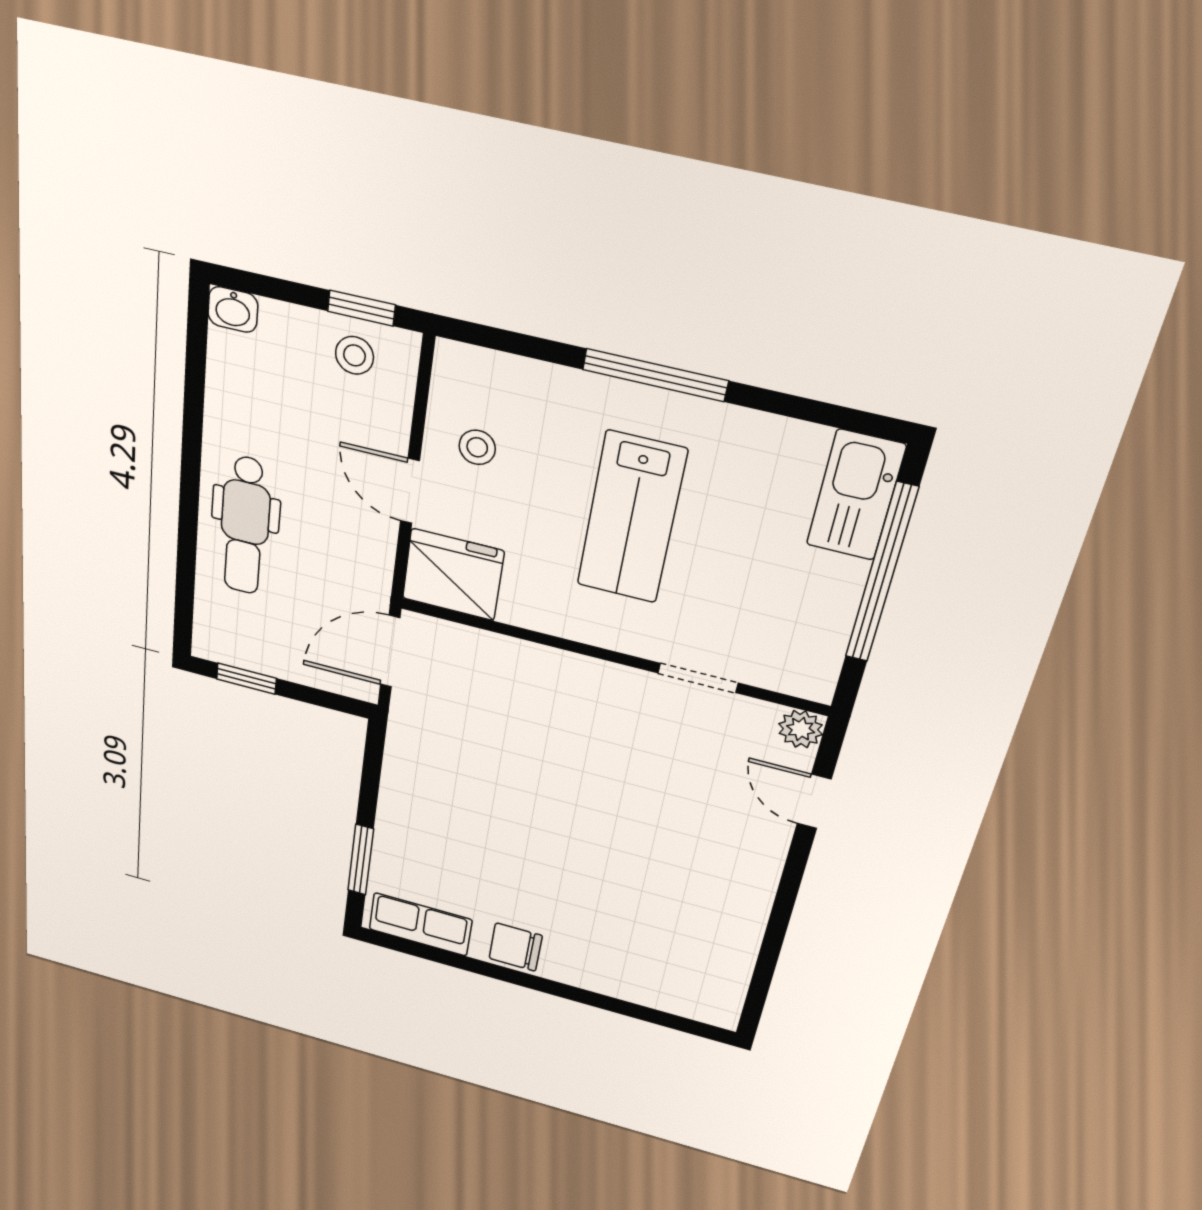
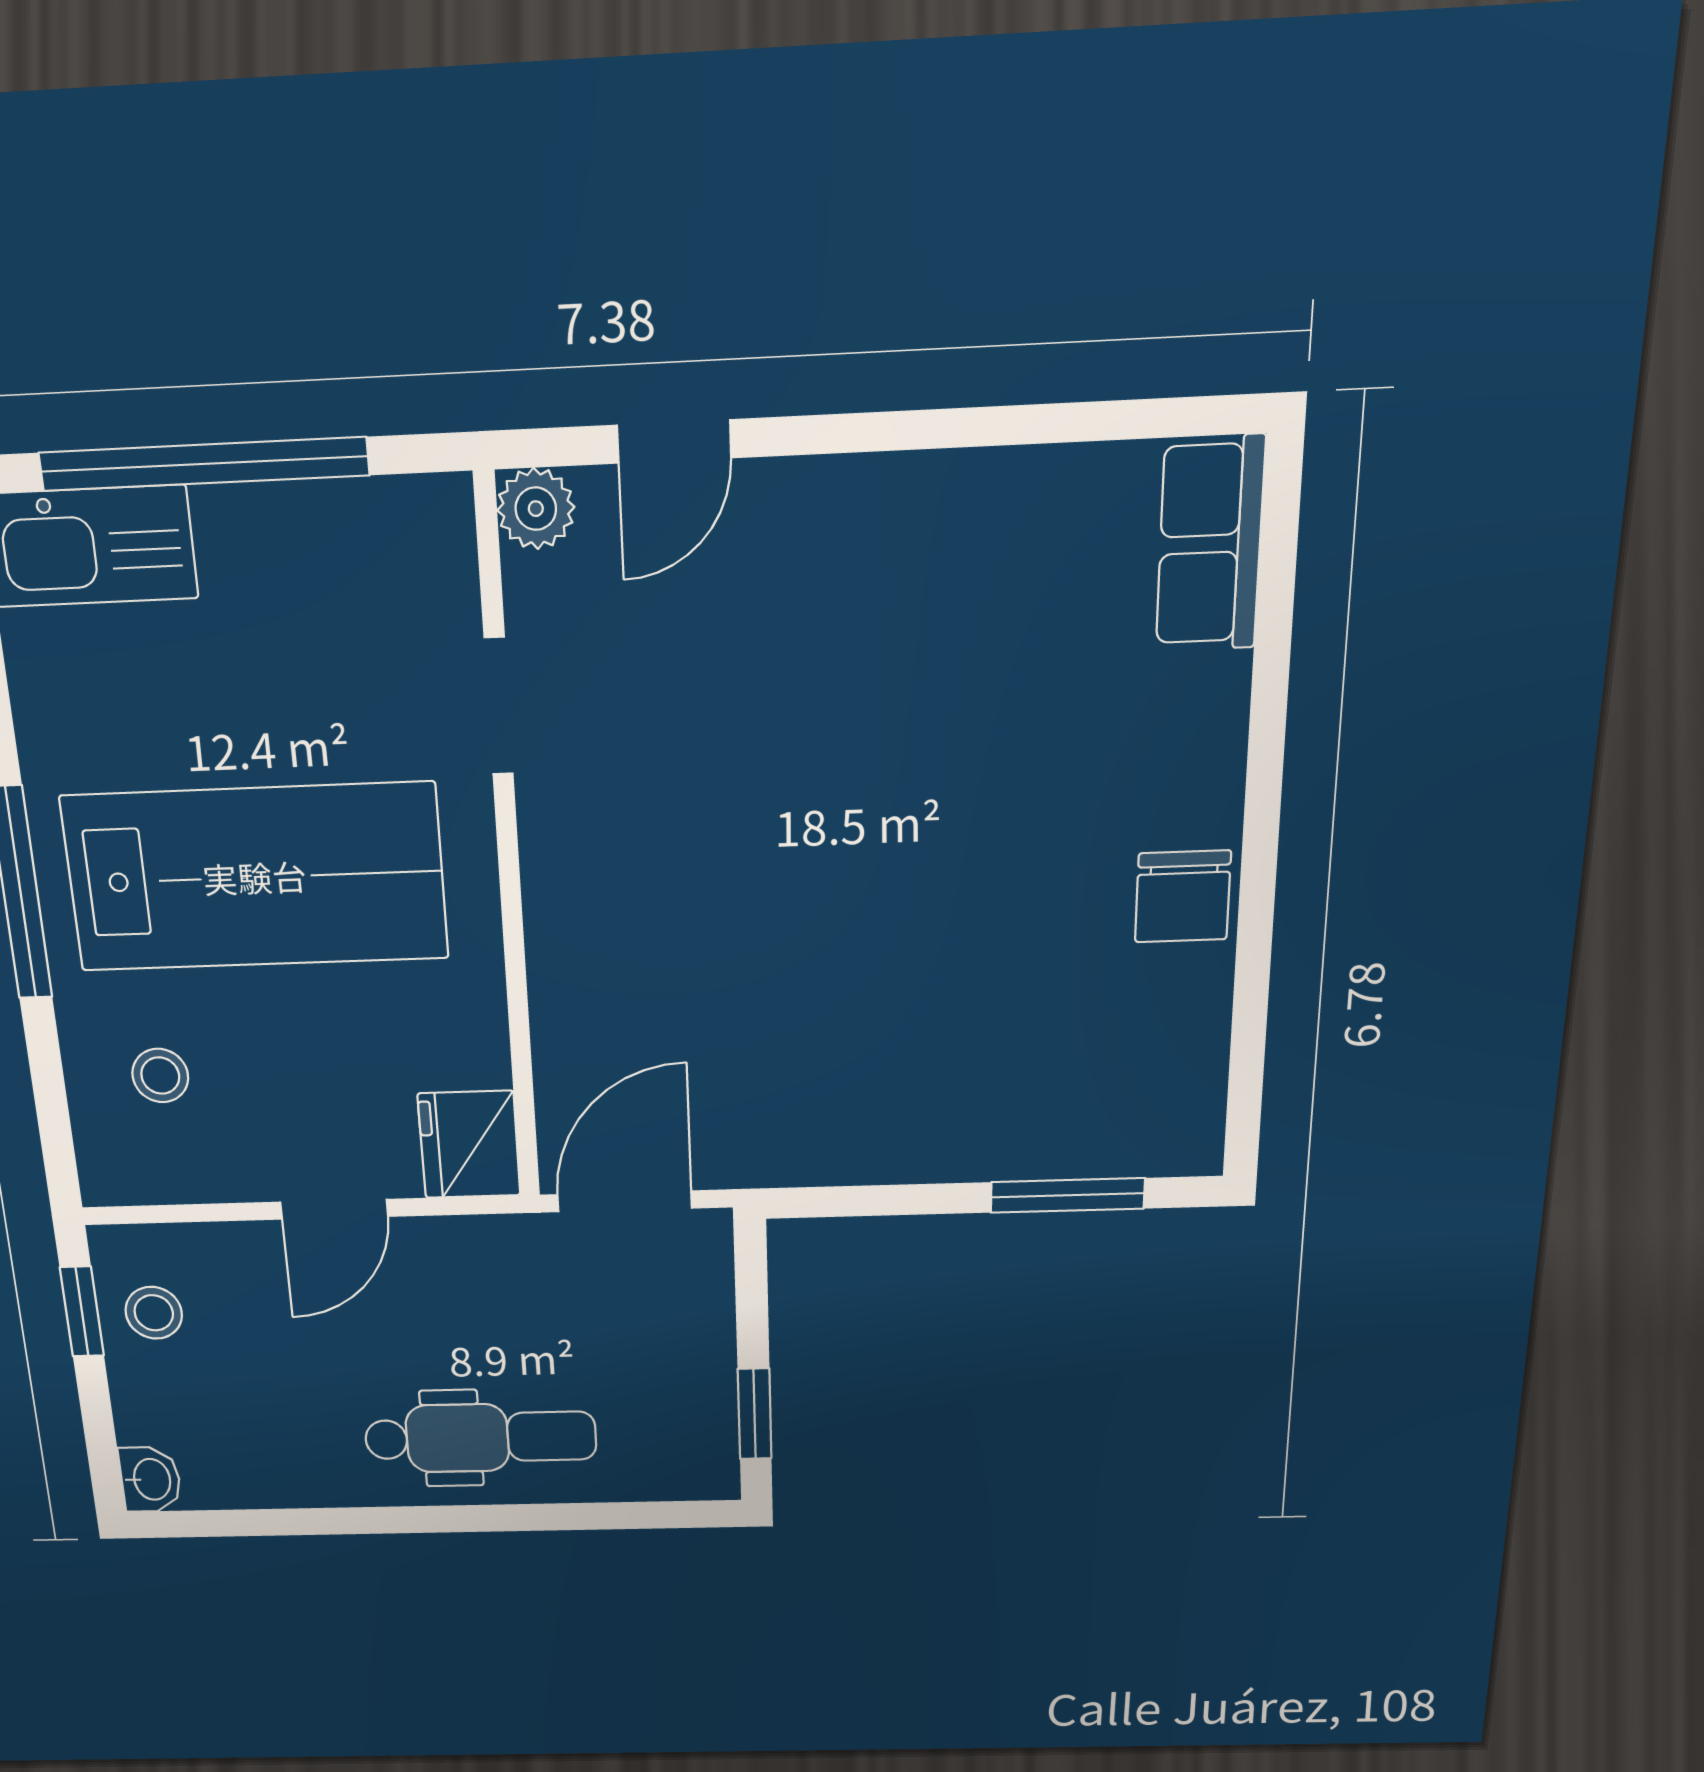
stool: (477, 447) -> (160, 1076), moved
lab bench: (631, 518) -> (255, 877), width x1.36, depth x1.39
fridge: (453, 575) -> (469, 1145), width x0.73, depth x0.75
door: (390, 651) -> (625, 1201), swing flipped
row of seats: (420, 924) -> (1210, 544), moved

